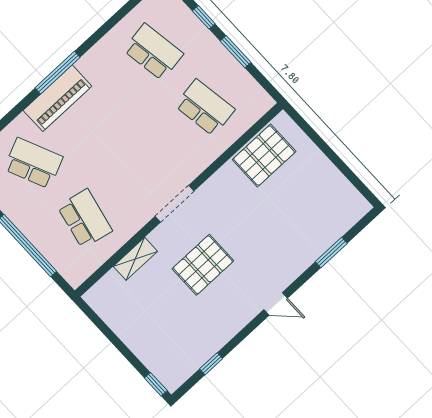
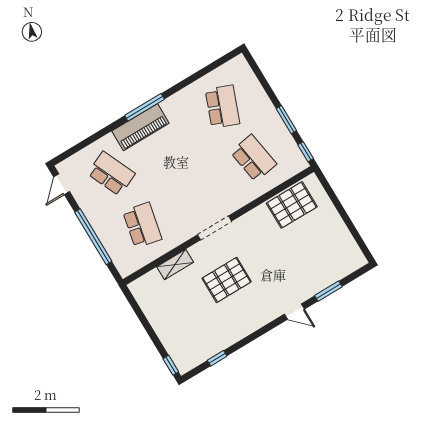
window: (204, 17) -> (306, 152), moved
school desk: (153, 52) -> (222, 107), turned 30
door: (276, 304) -> (294, 312), moved

